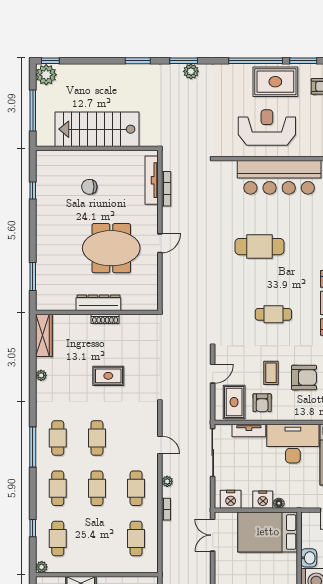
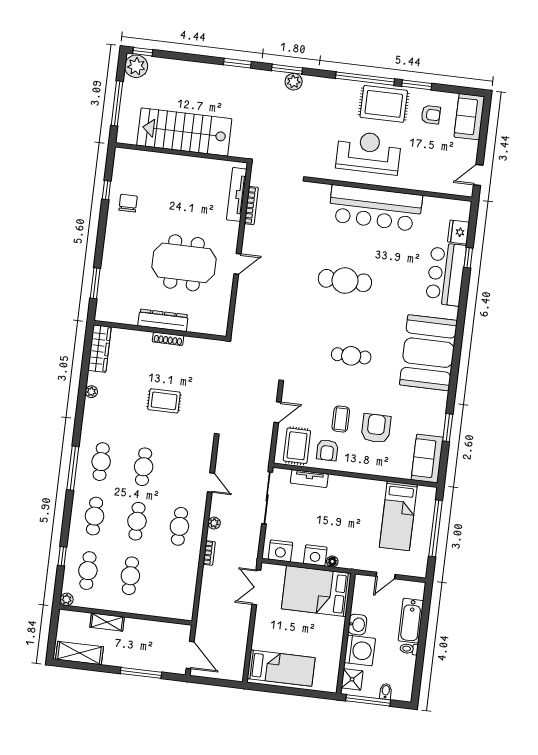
chair: (89, 187) -> (128, 203), moved, turned 90
armchair: (304, 377) -> (376, 428), turned -90
desk: (293, 444) -> (355, 499), removed
cafe table: (136, 538) -> (130, 576), moved

